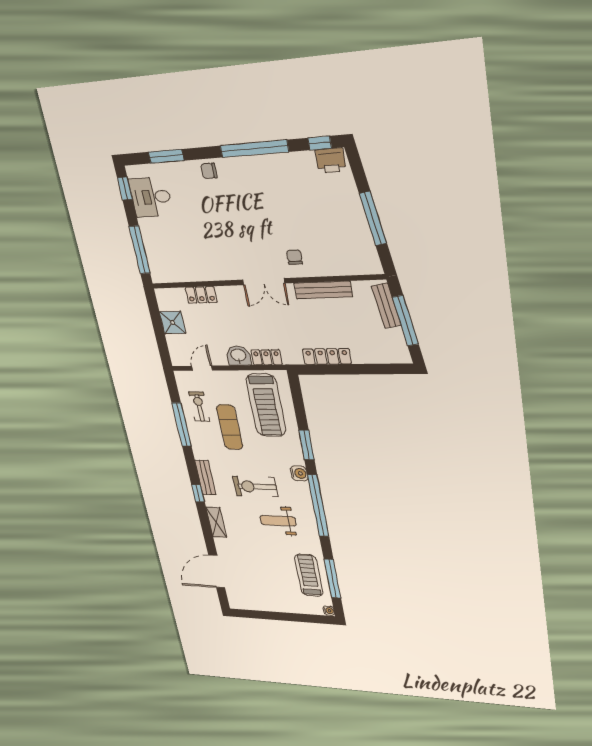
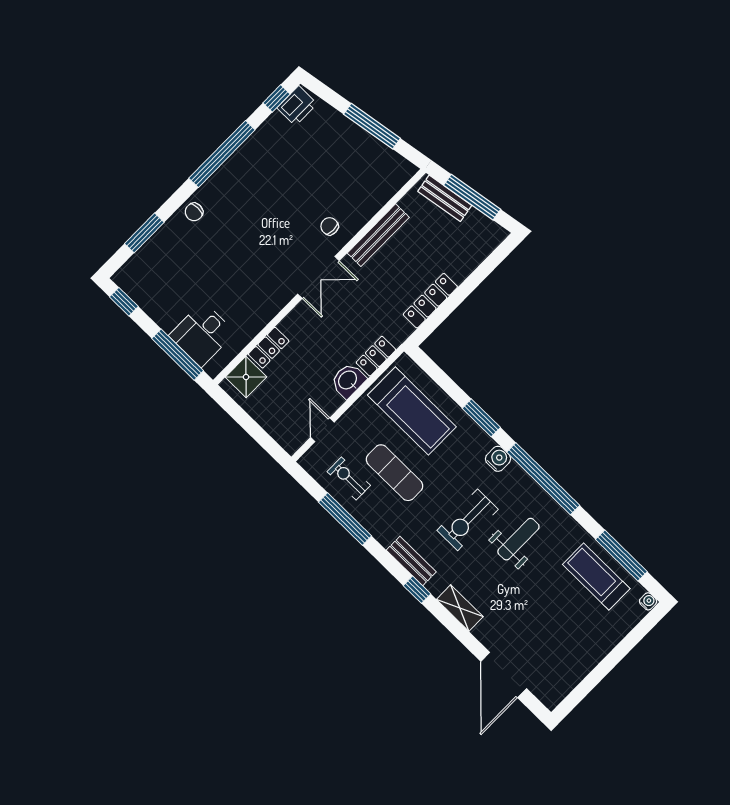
desk: (151, 197) -> (202, 334), moved
shower: (172, 323) -> (246, 377), moved
weight bench: (278, 521) -> (518, 539), turned 180

